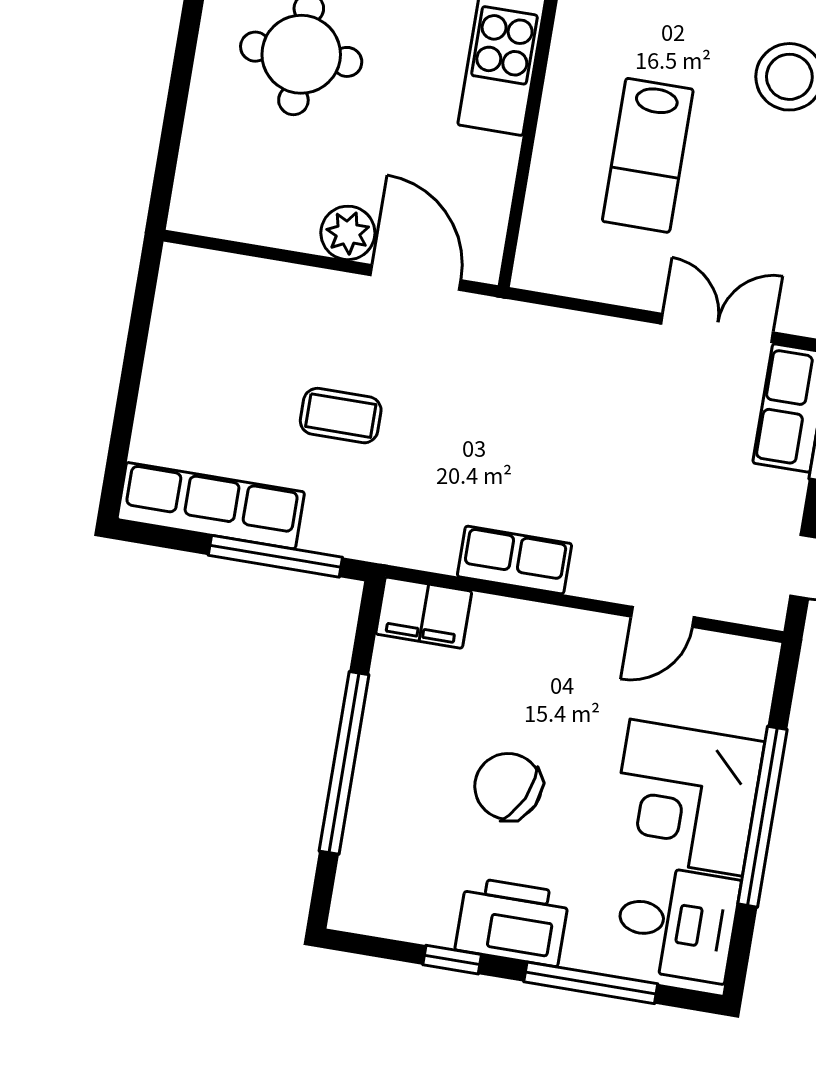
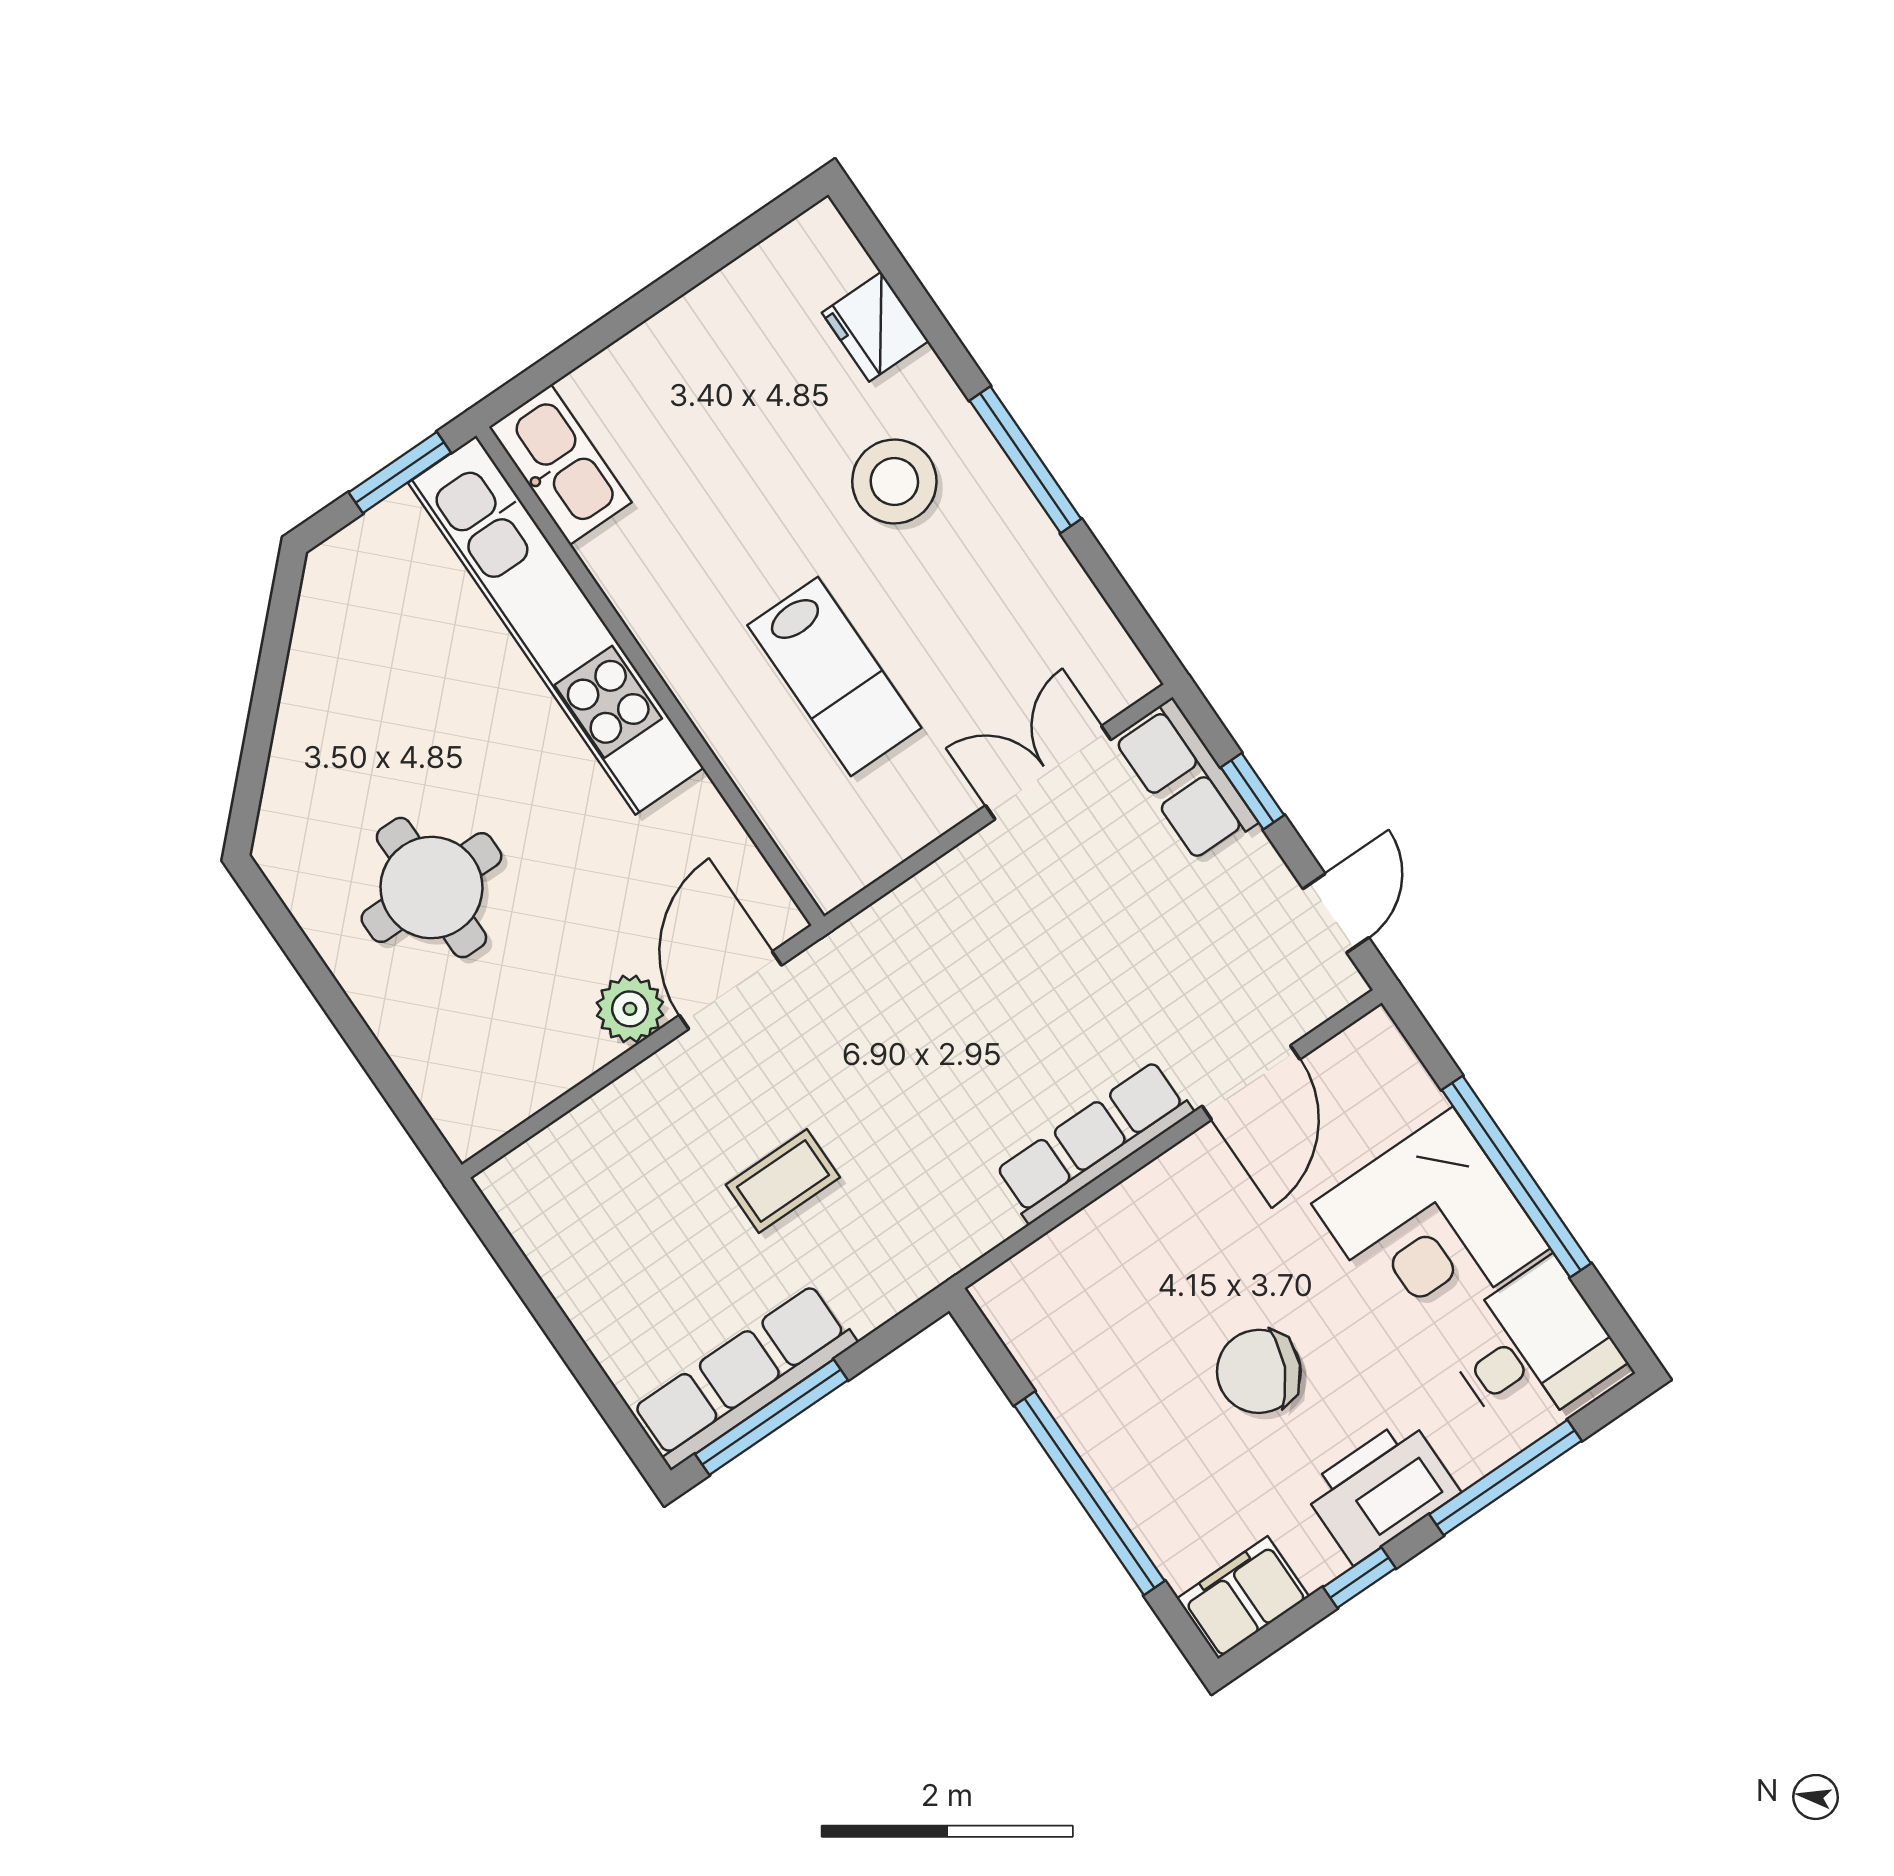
door: (416, 278) -> (731, 990), hinge flipped
window: (275, 556) -> (772, 1417), moved
row of seats: (515, 560) -> (1094, 1142), width x1.48
filing cabinet: (424, 613) -> (1243, 1598), moved, turned 180
door: (662, 617) -> (1251, 1083), width x1.38

